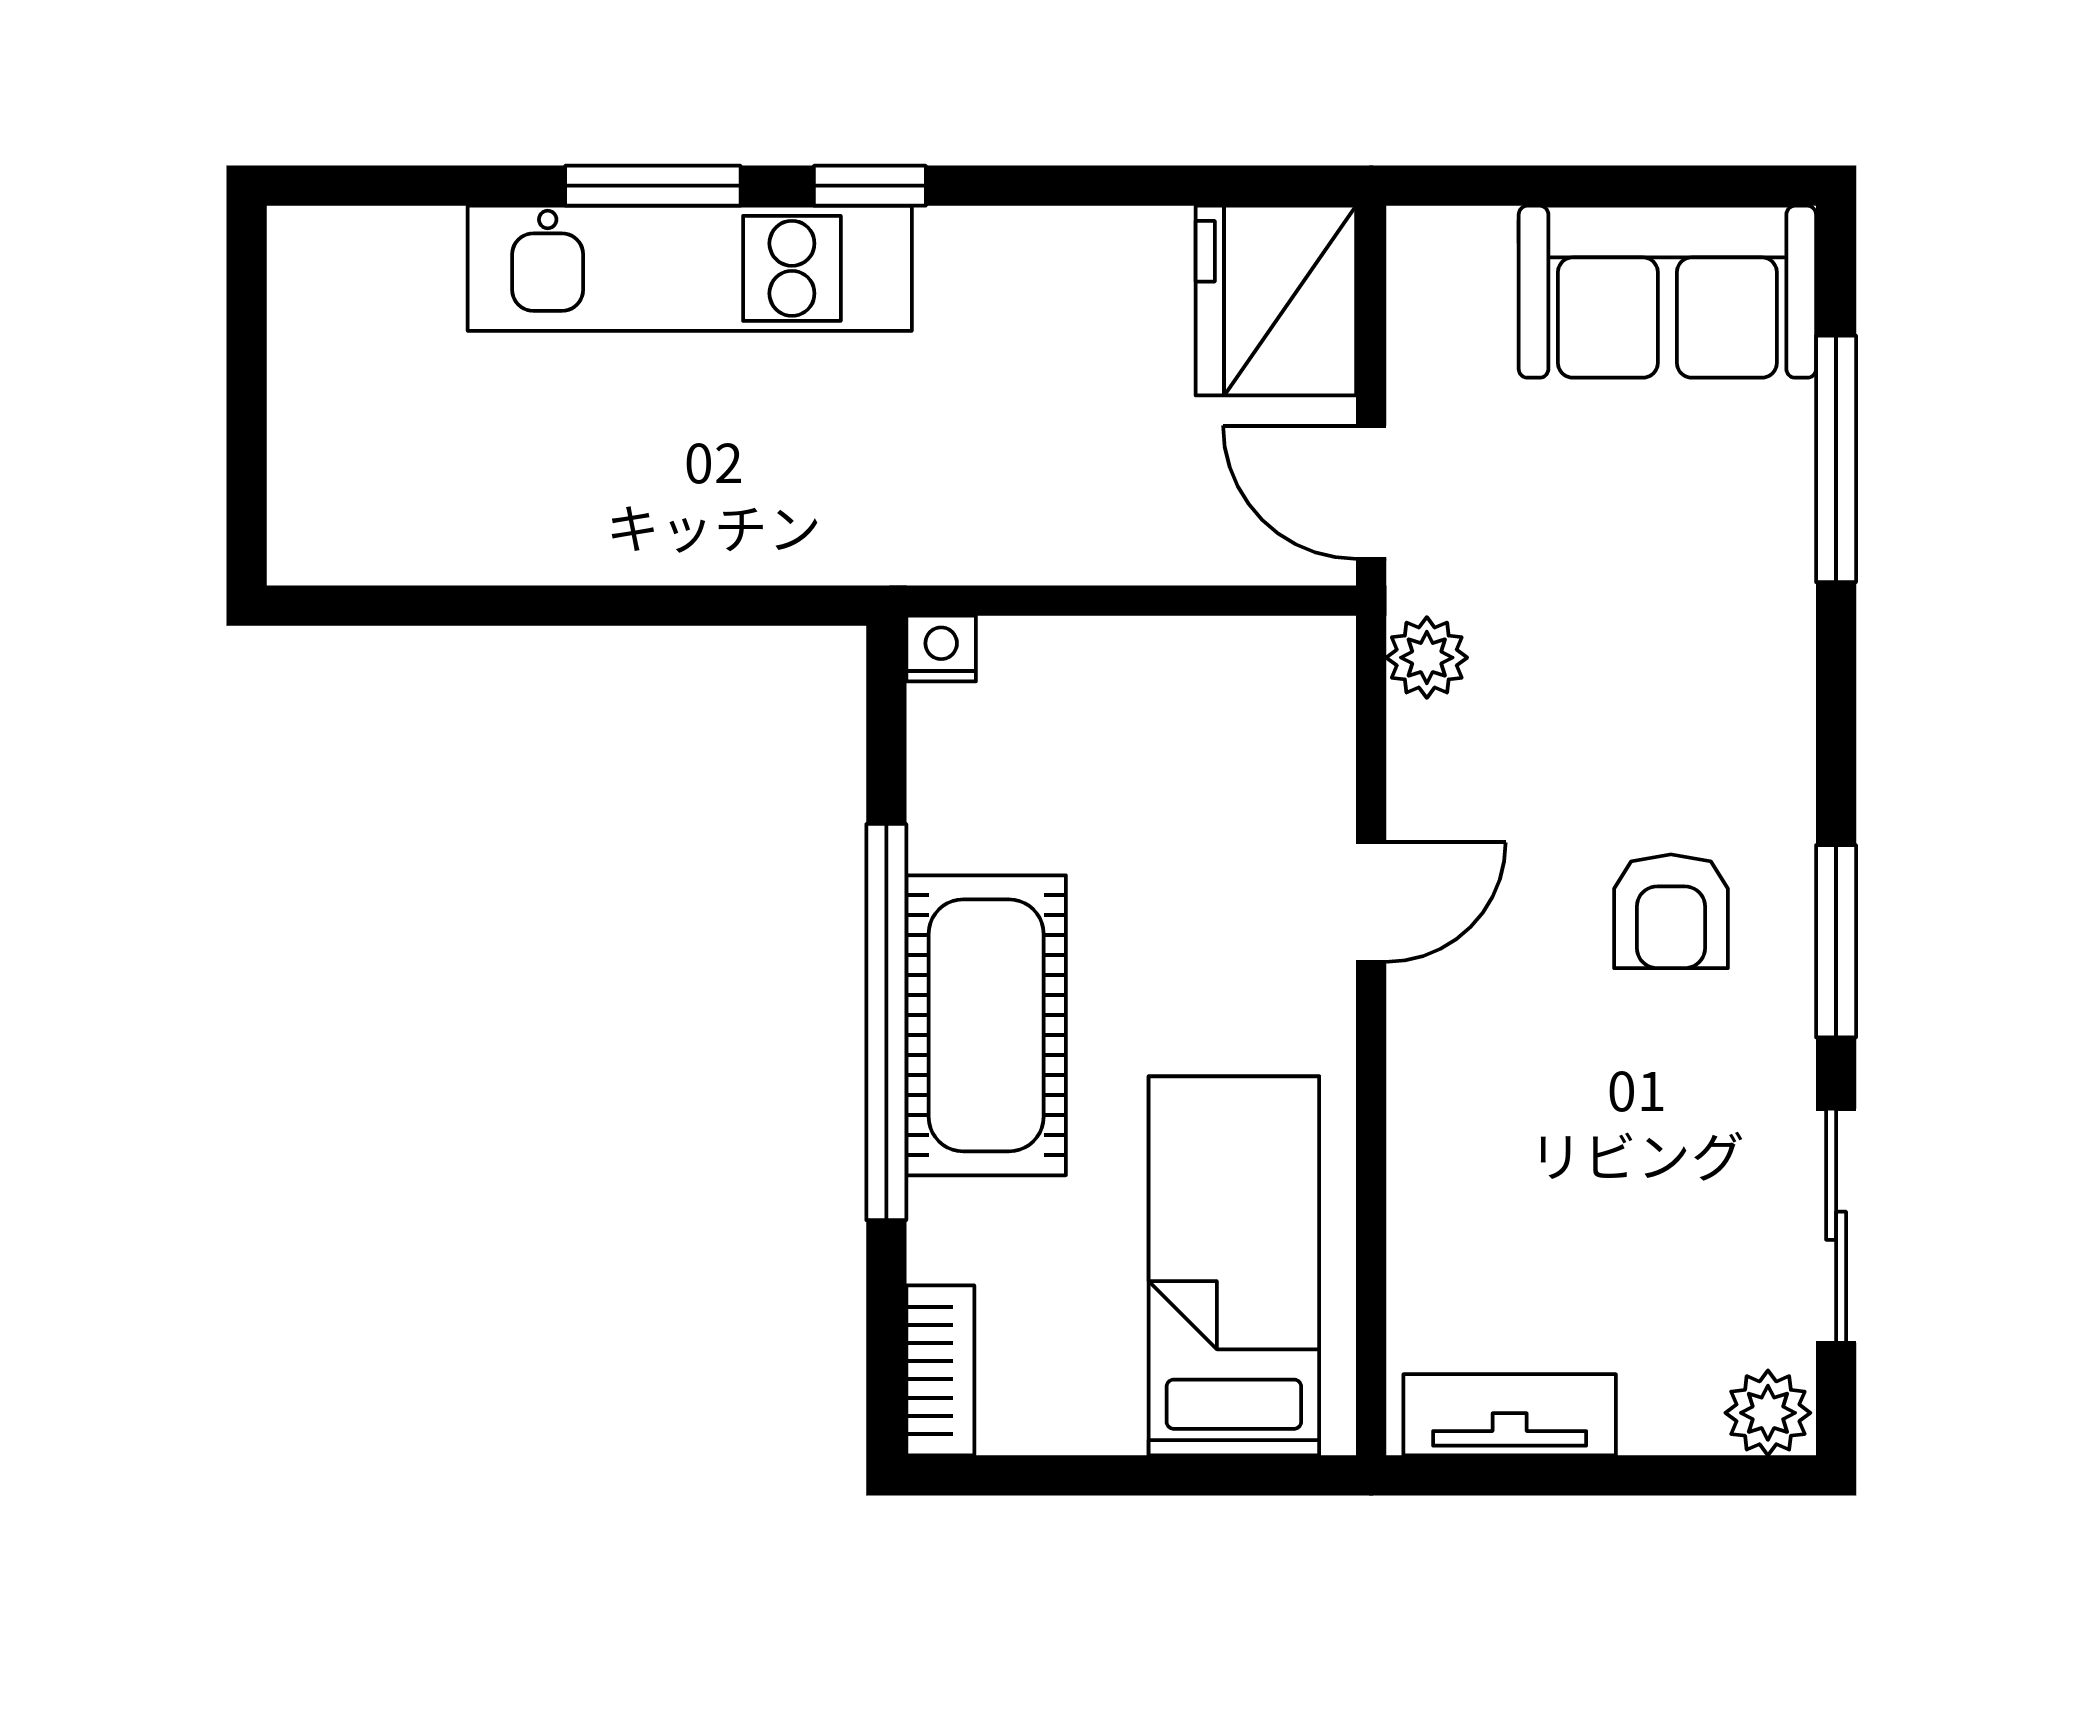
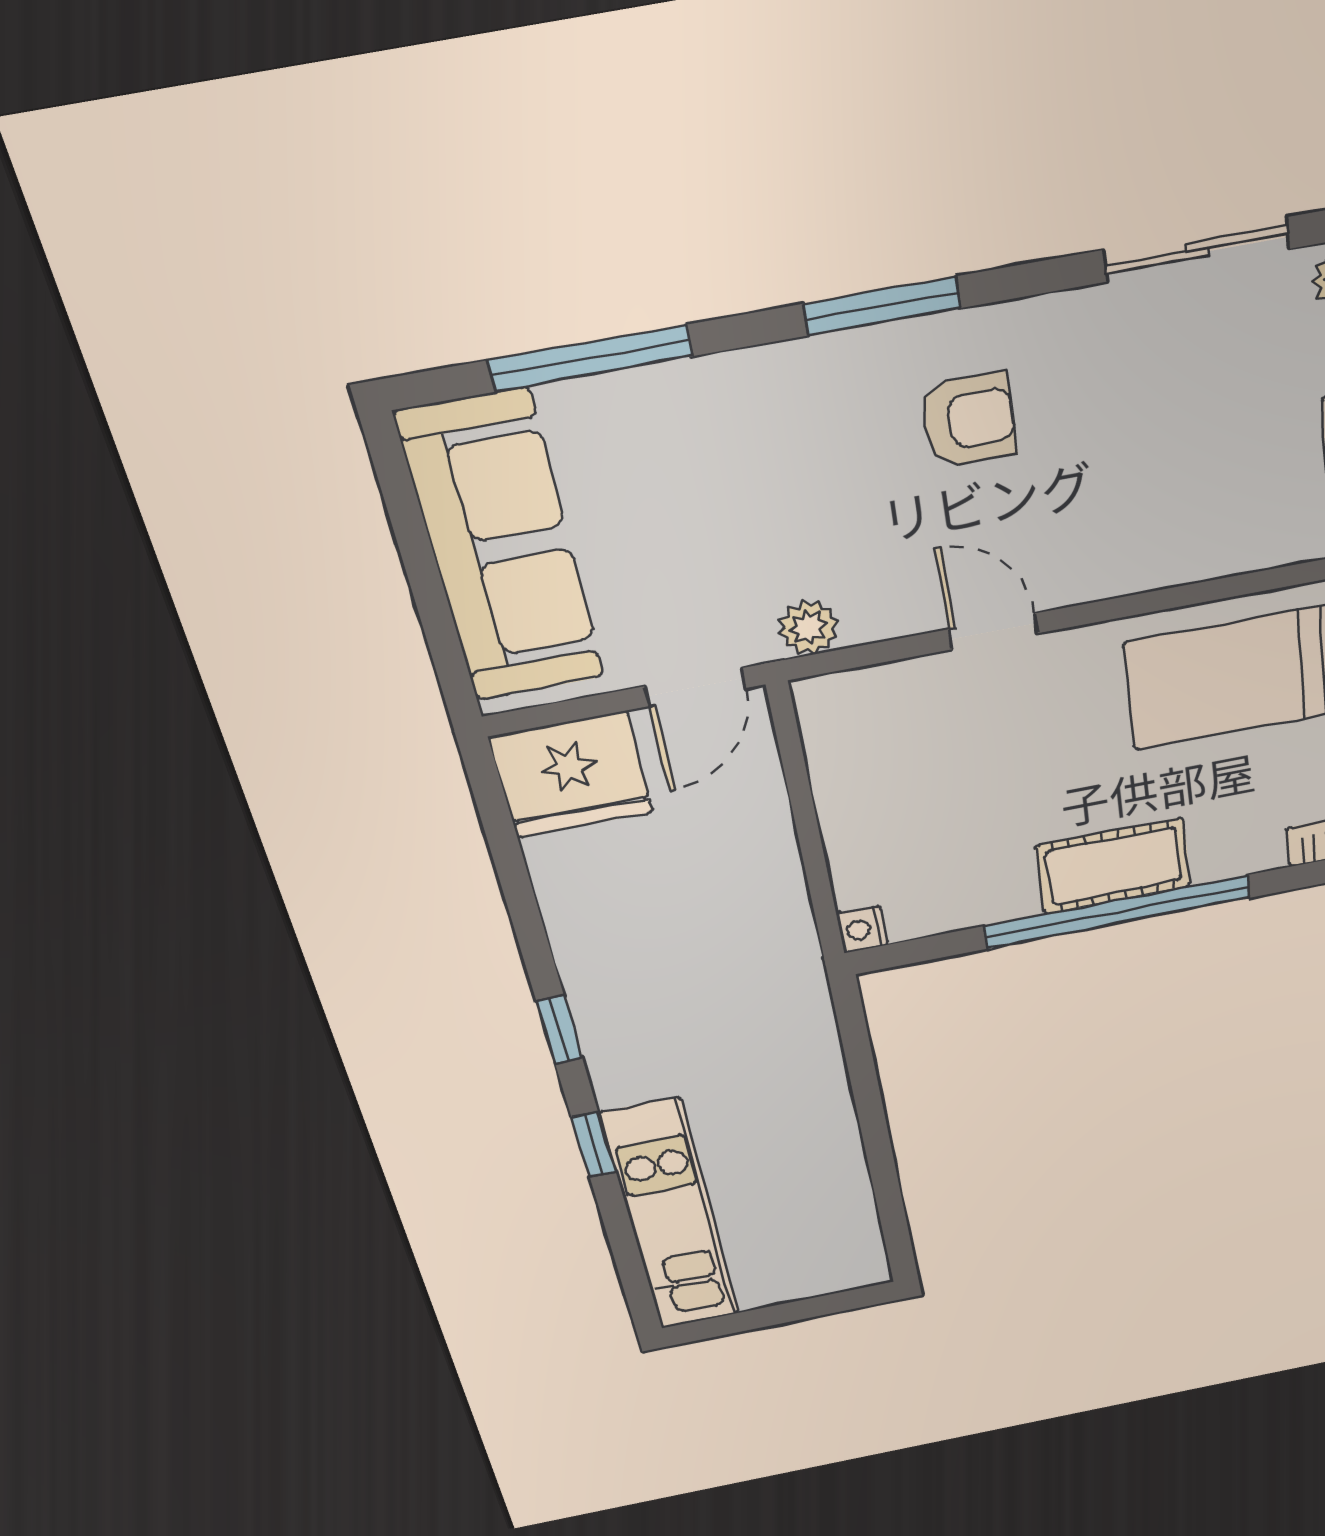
window: (653, 186) -> (594, 1145), width x0.67
kitchen unit: (690, 268) -> (671, 1216), moved
sofa: (1667, 292) -> (502, 549), width x1.36
window: (1836, 941) -> (882, 306), moved
cot: (986, 1025) -> (1114, 866), width x0.73, depth x0.75

